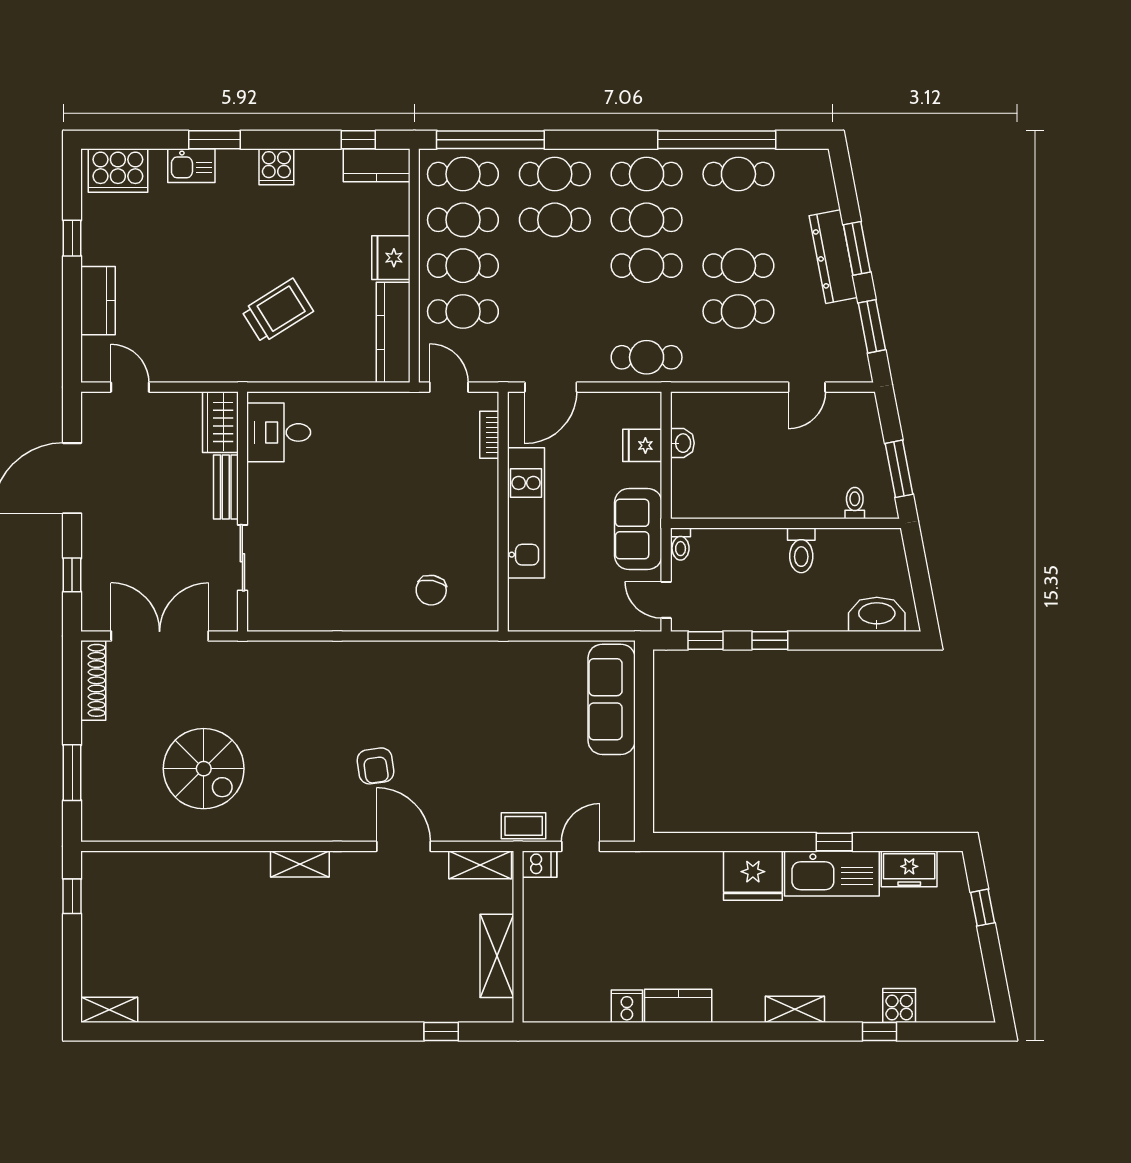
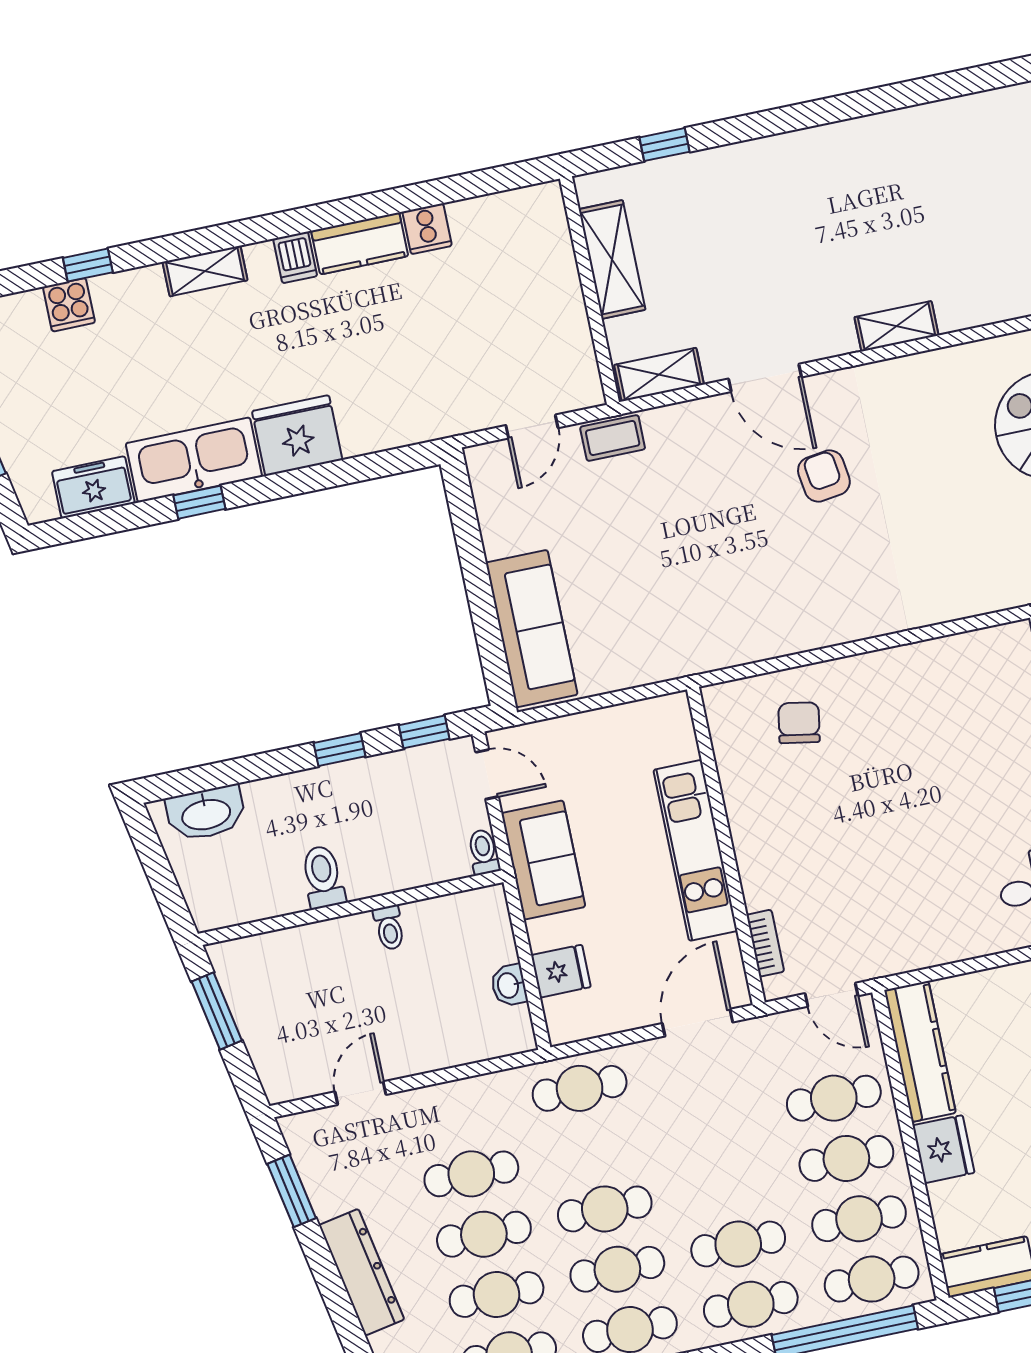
cafe table: (738, 220) -> (497, 1294), added
window: (857, 248) -> (333, 1289), removed
toilet: (855, 503) -> (389, 928), moved
dishwasher: (540, 864) -> (295, 257), moved, turned -90

